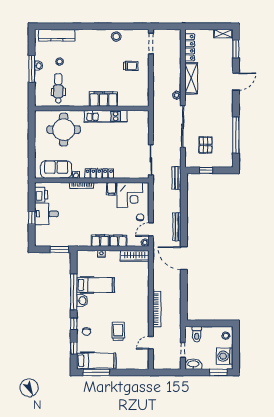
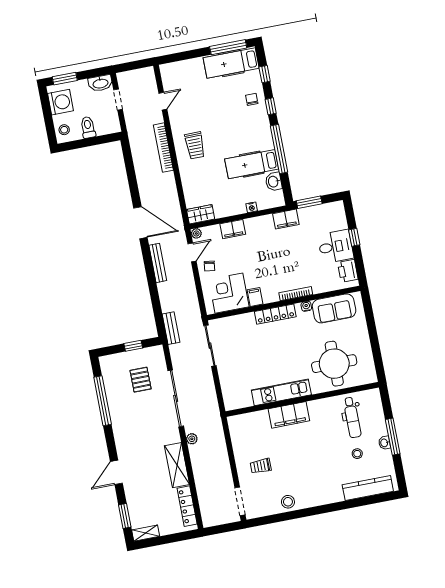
filing cabinet: (100, 241) -> (286, 219), moved
wardrobe: (135, 256) -> (201, 214), width x0.67
washbasin: (82, 301) -> (274, 182), moved
trolley: (118, 331) -> (195, 145), moved
toilet: (197, 334) -> (88, 127), moved

